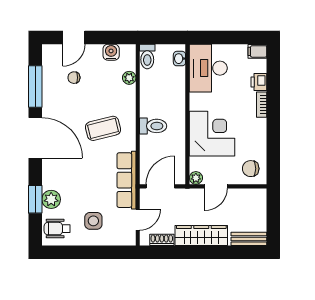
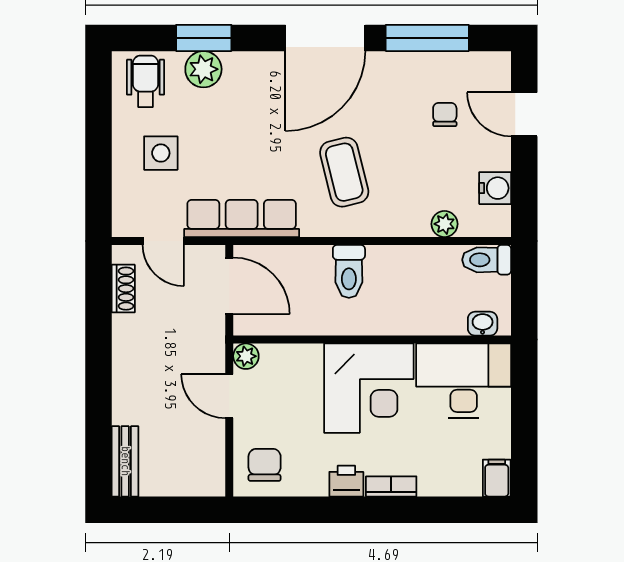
printer: (259, 82) -> (346, 481), moved
corner desk: (212, 134) -> (369, 388), moved
wardrobe: (201, 236) -> (132, 367), removed

